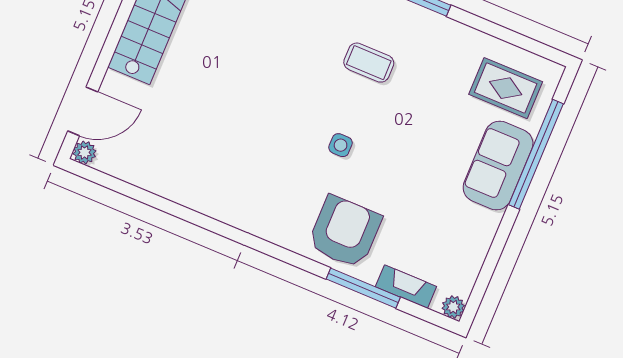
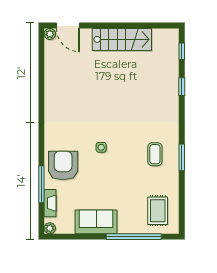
coffee table: (369, 63) -> (155, 154), moved
sofa: (498, 166) -> (96, 222), moved
armchair: (345, 232) -> (63, 165), turned -90

